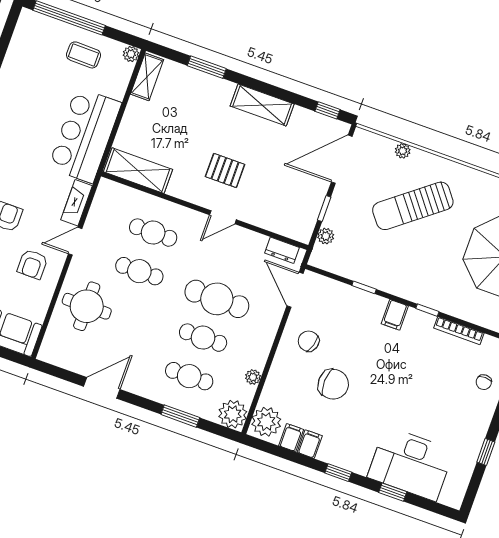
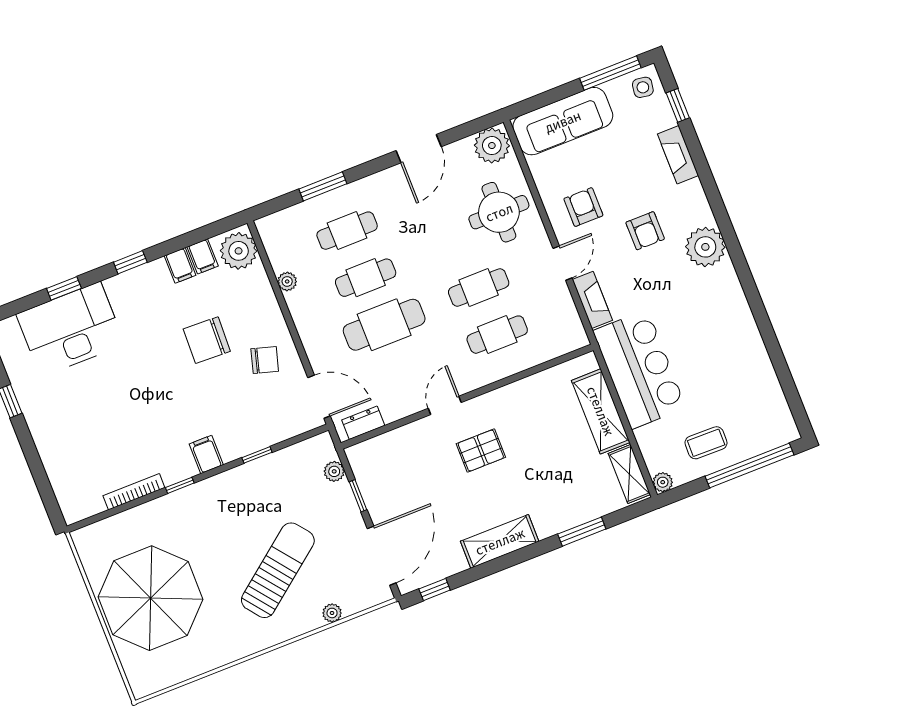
shelving: (138, 171) -> (601, 411), moved, turned 90
chair: (484, 382) -> (69, 464), removed
plant: (233, 414) -> (492, 146), moved

